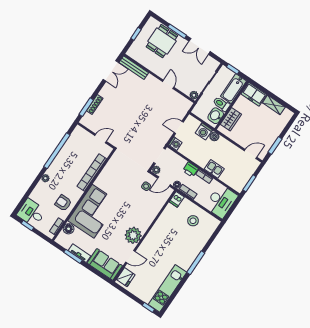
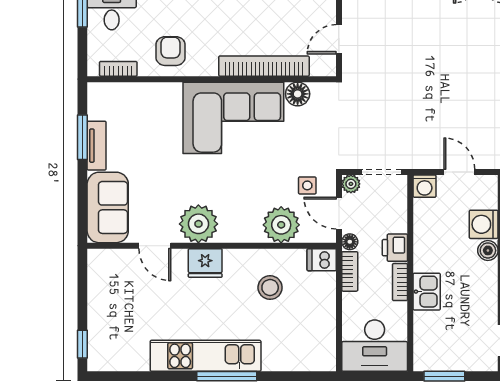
door: (101, 139) -> (339, 39), swing flipped
plant: (154, 205) -> (281, 225), added
corner sofa: (93, 211) -> (233, 118), moved
stool: (193, 221) -> (270, 288), moved
floor lamp: (69, 229) -> (298, 94), moved
fridge: (126, 277) -> (205, 263), moved
kitchen unit: (167, 288) -> (206, 356), moved

